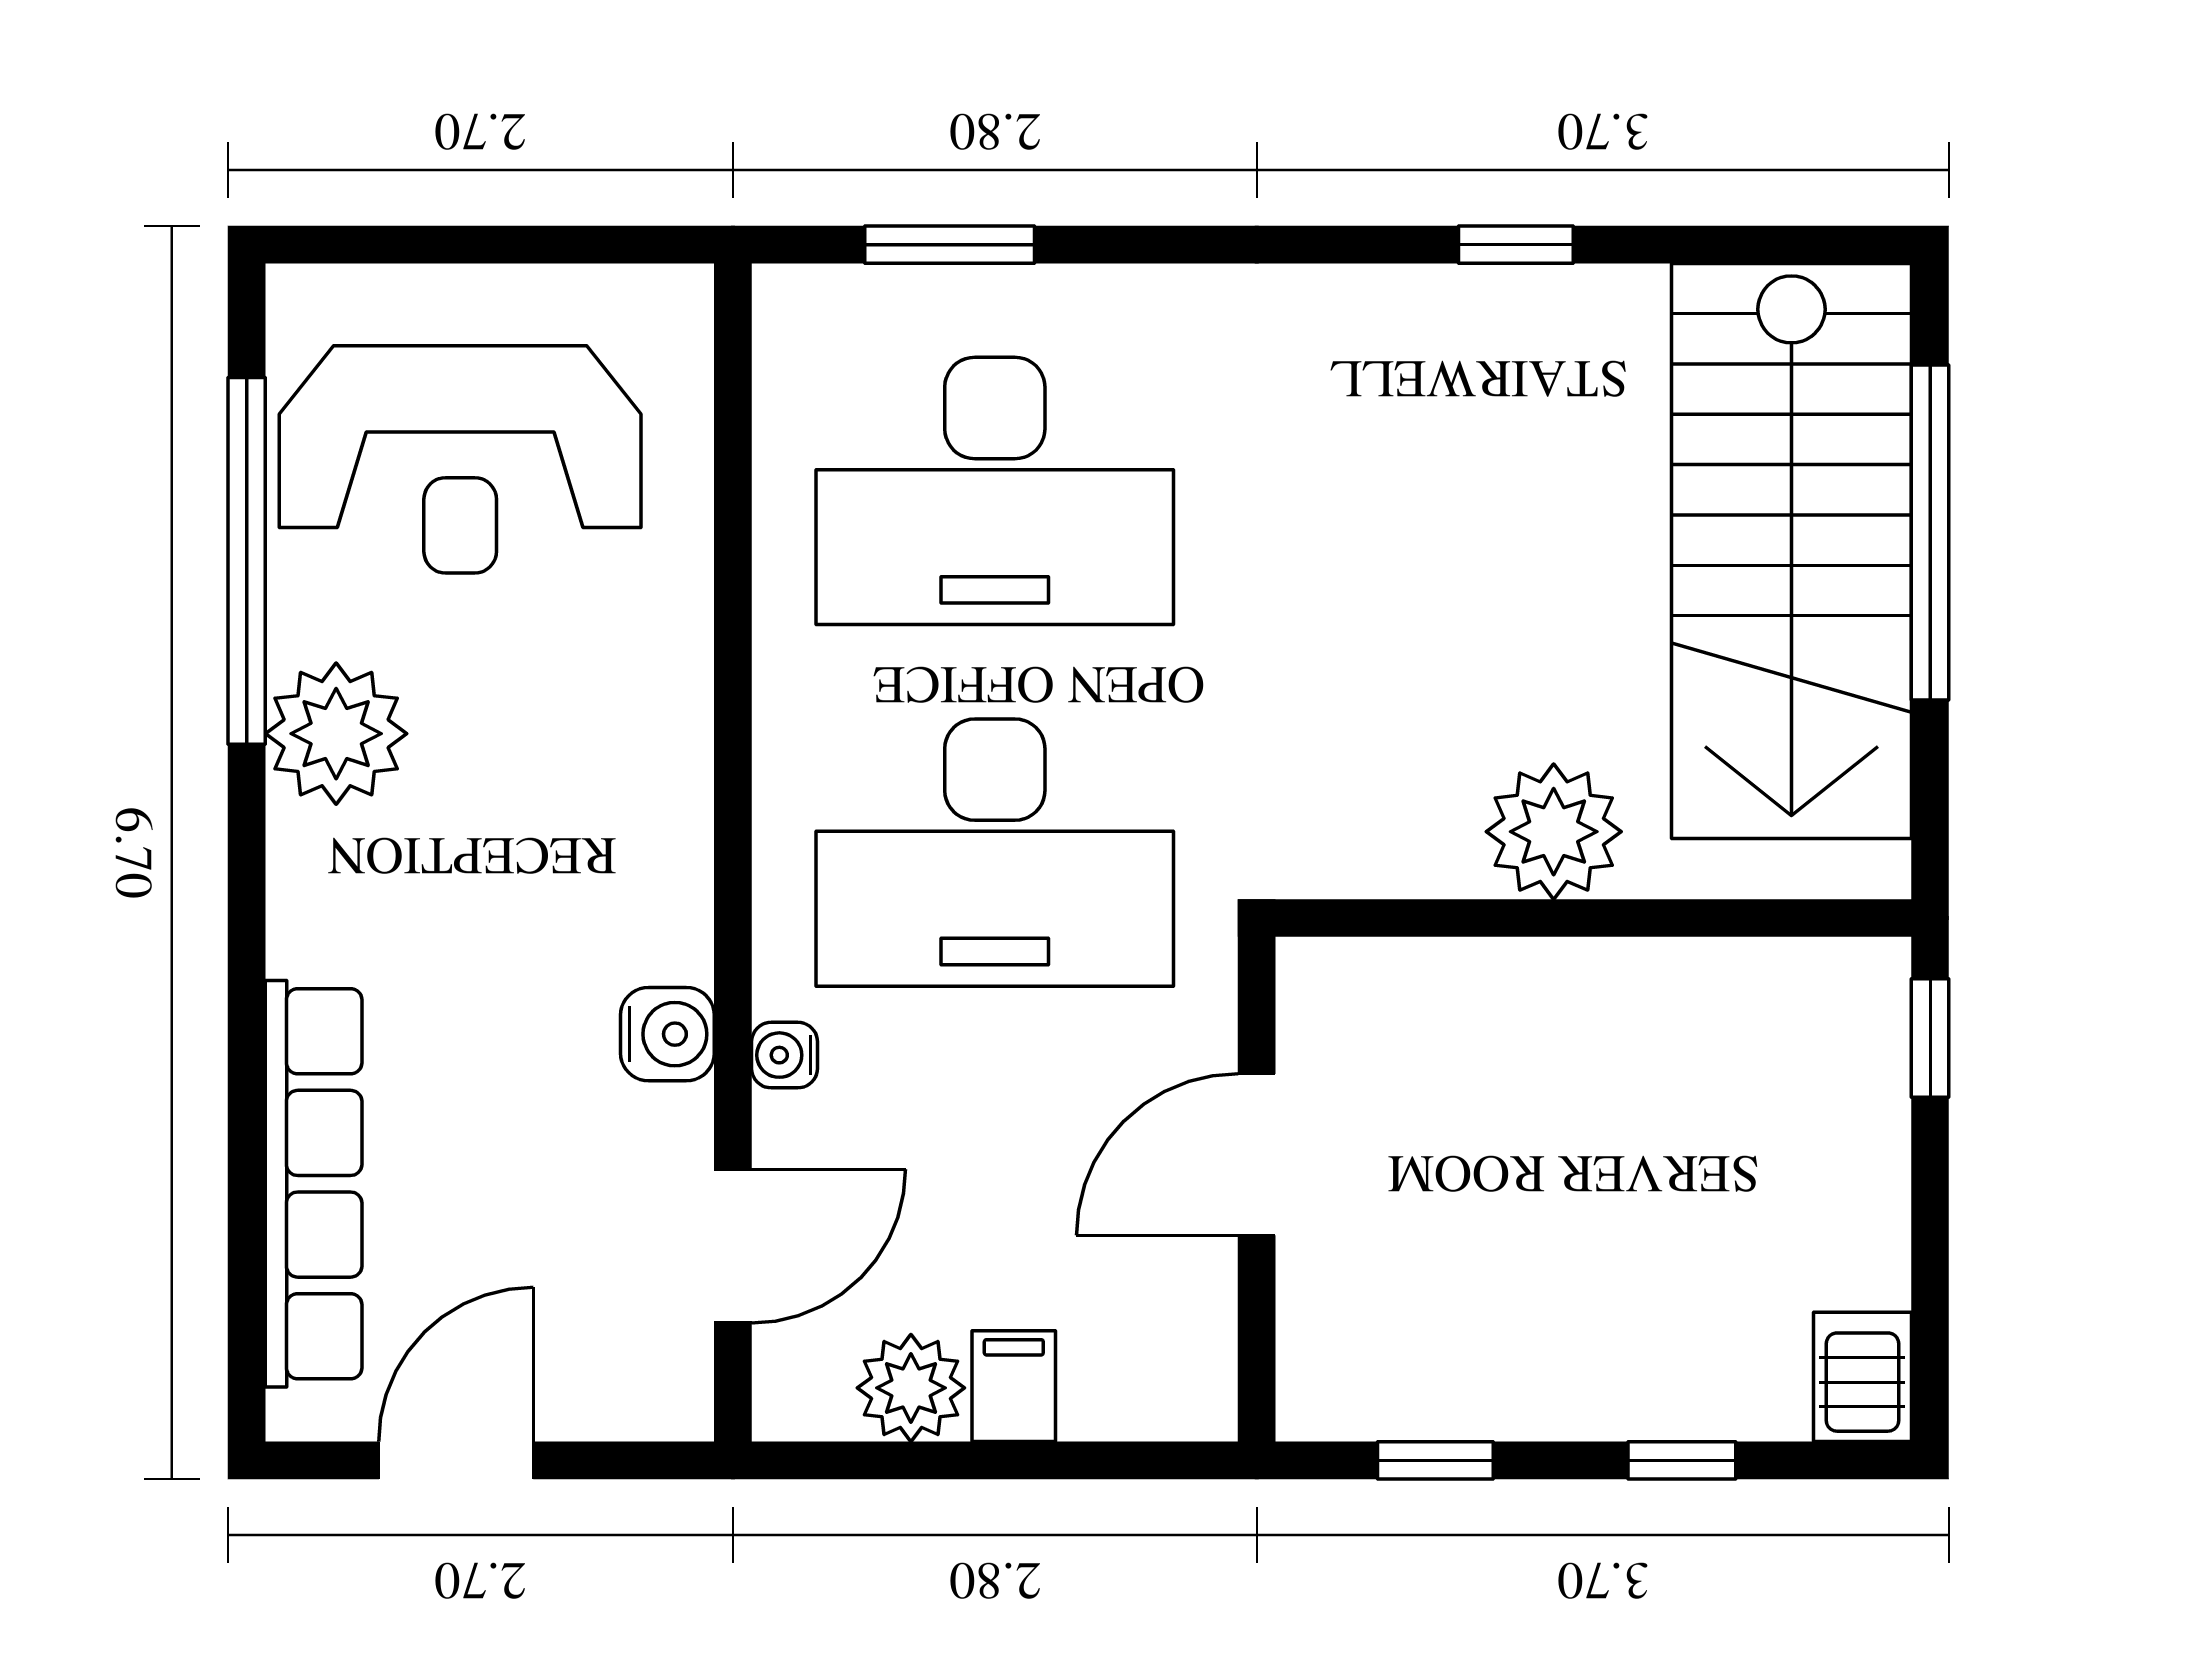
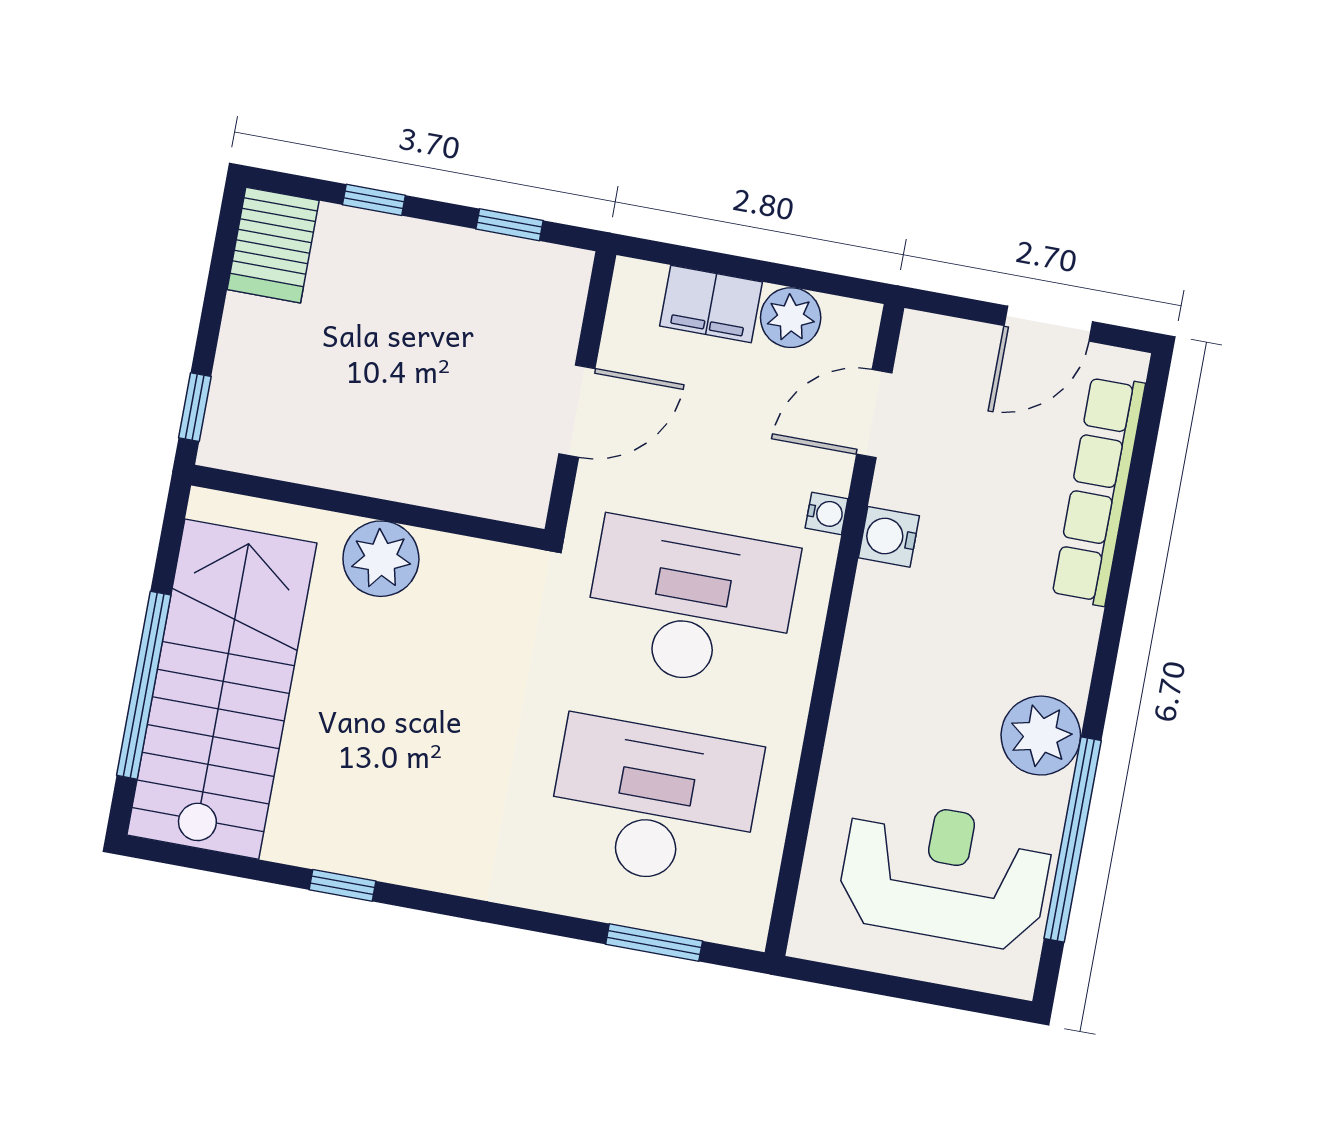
server rack: (1862, 1377) -> (273, 245), width x1.36, depth x1.44
filing cabinet: (1014, 1386) -> (711, 304), width x2.00

